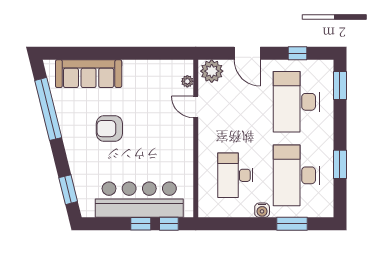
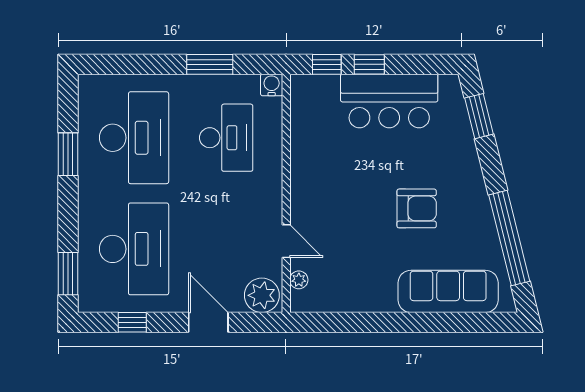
bar counter: (139, 200) -> (389, 101), width x0.73
water cooler: (262, 210) -> (272, 85), moved
window: (292, 224) -> (210, 64), moved

